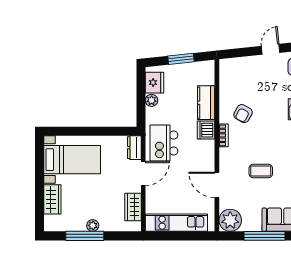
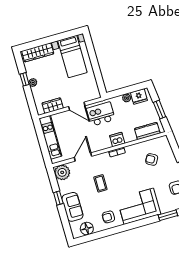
kitchen counter: (206, 103) -> (147, 131), moved
armchair: (243, 114) -> (152, 159), moved
dresser: (134, 148) -> (92, 95), removed
wardrobe: (52, 199) -> (38, 52), width x1.50
window: (85, 236) -> (25, 79), width x0.46
window: (264, 236) -> (58, 198), width x0.46

